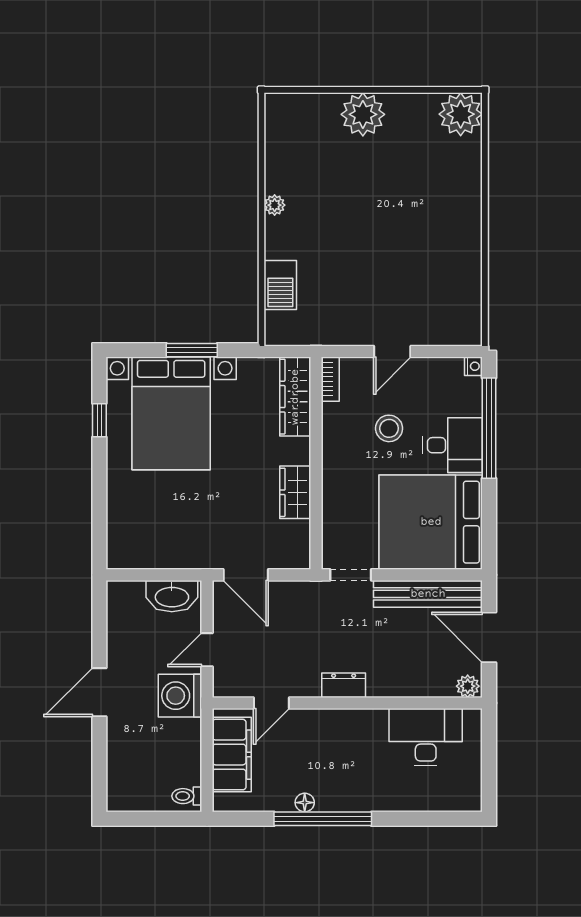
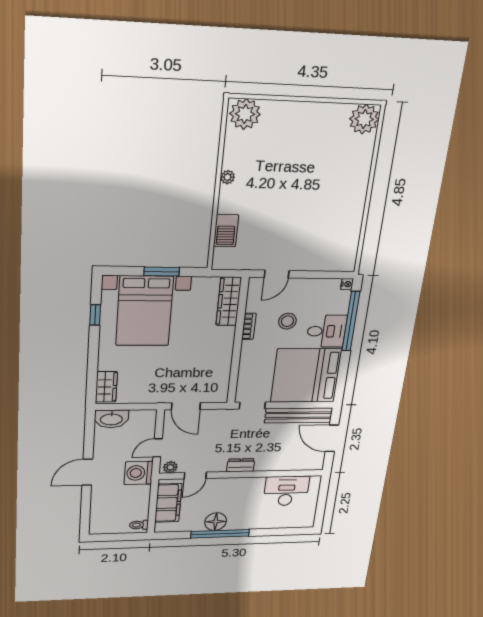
plant: (363, 114) -> (245, 114), moved
door: (392, 352) -> (277, 274), moved
bookcase: (330, 379) -> (249, 326), moved
wardrobe: (295, 492) -> (106, 387), moved, turned 180
washbasin: (172, 596) -> (111, 419), moved
plant: (468, 686) -> (170, 467), moved
floor lamp: (305, 803) -> (216, 522), width x1.89, depth x1.89

